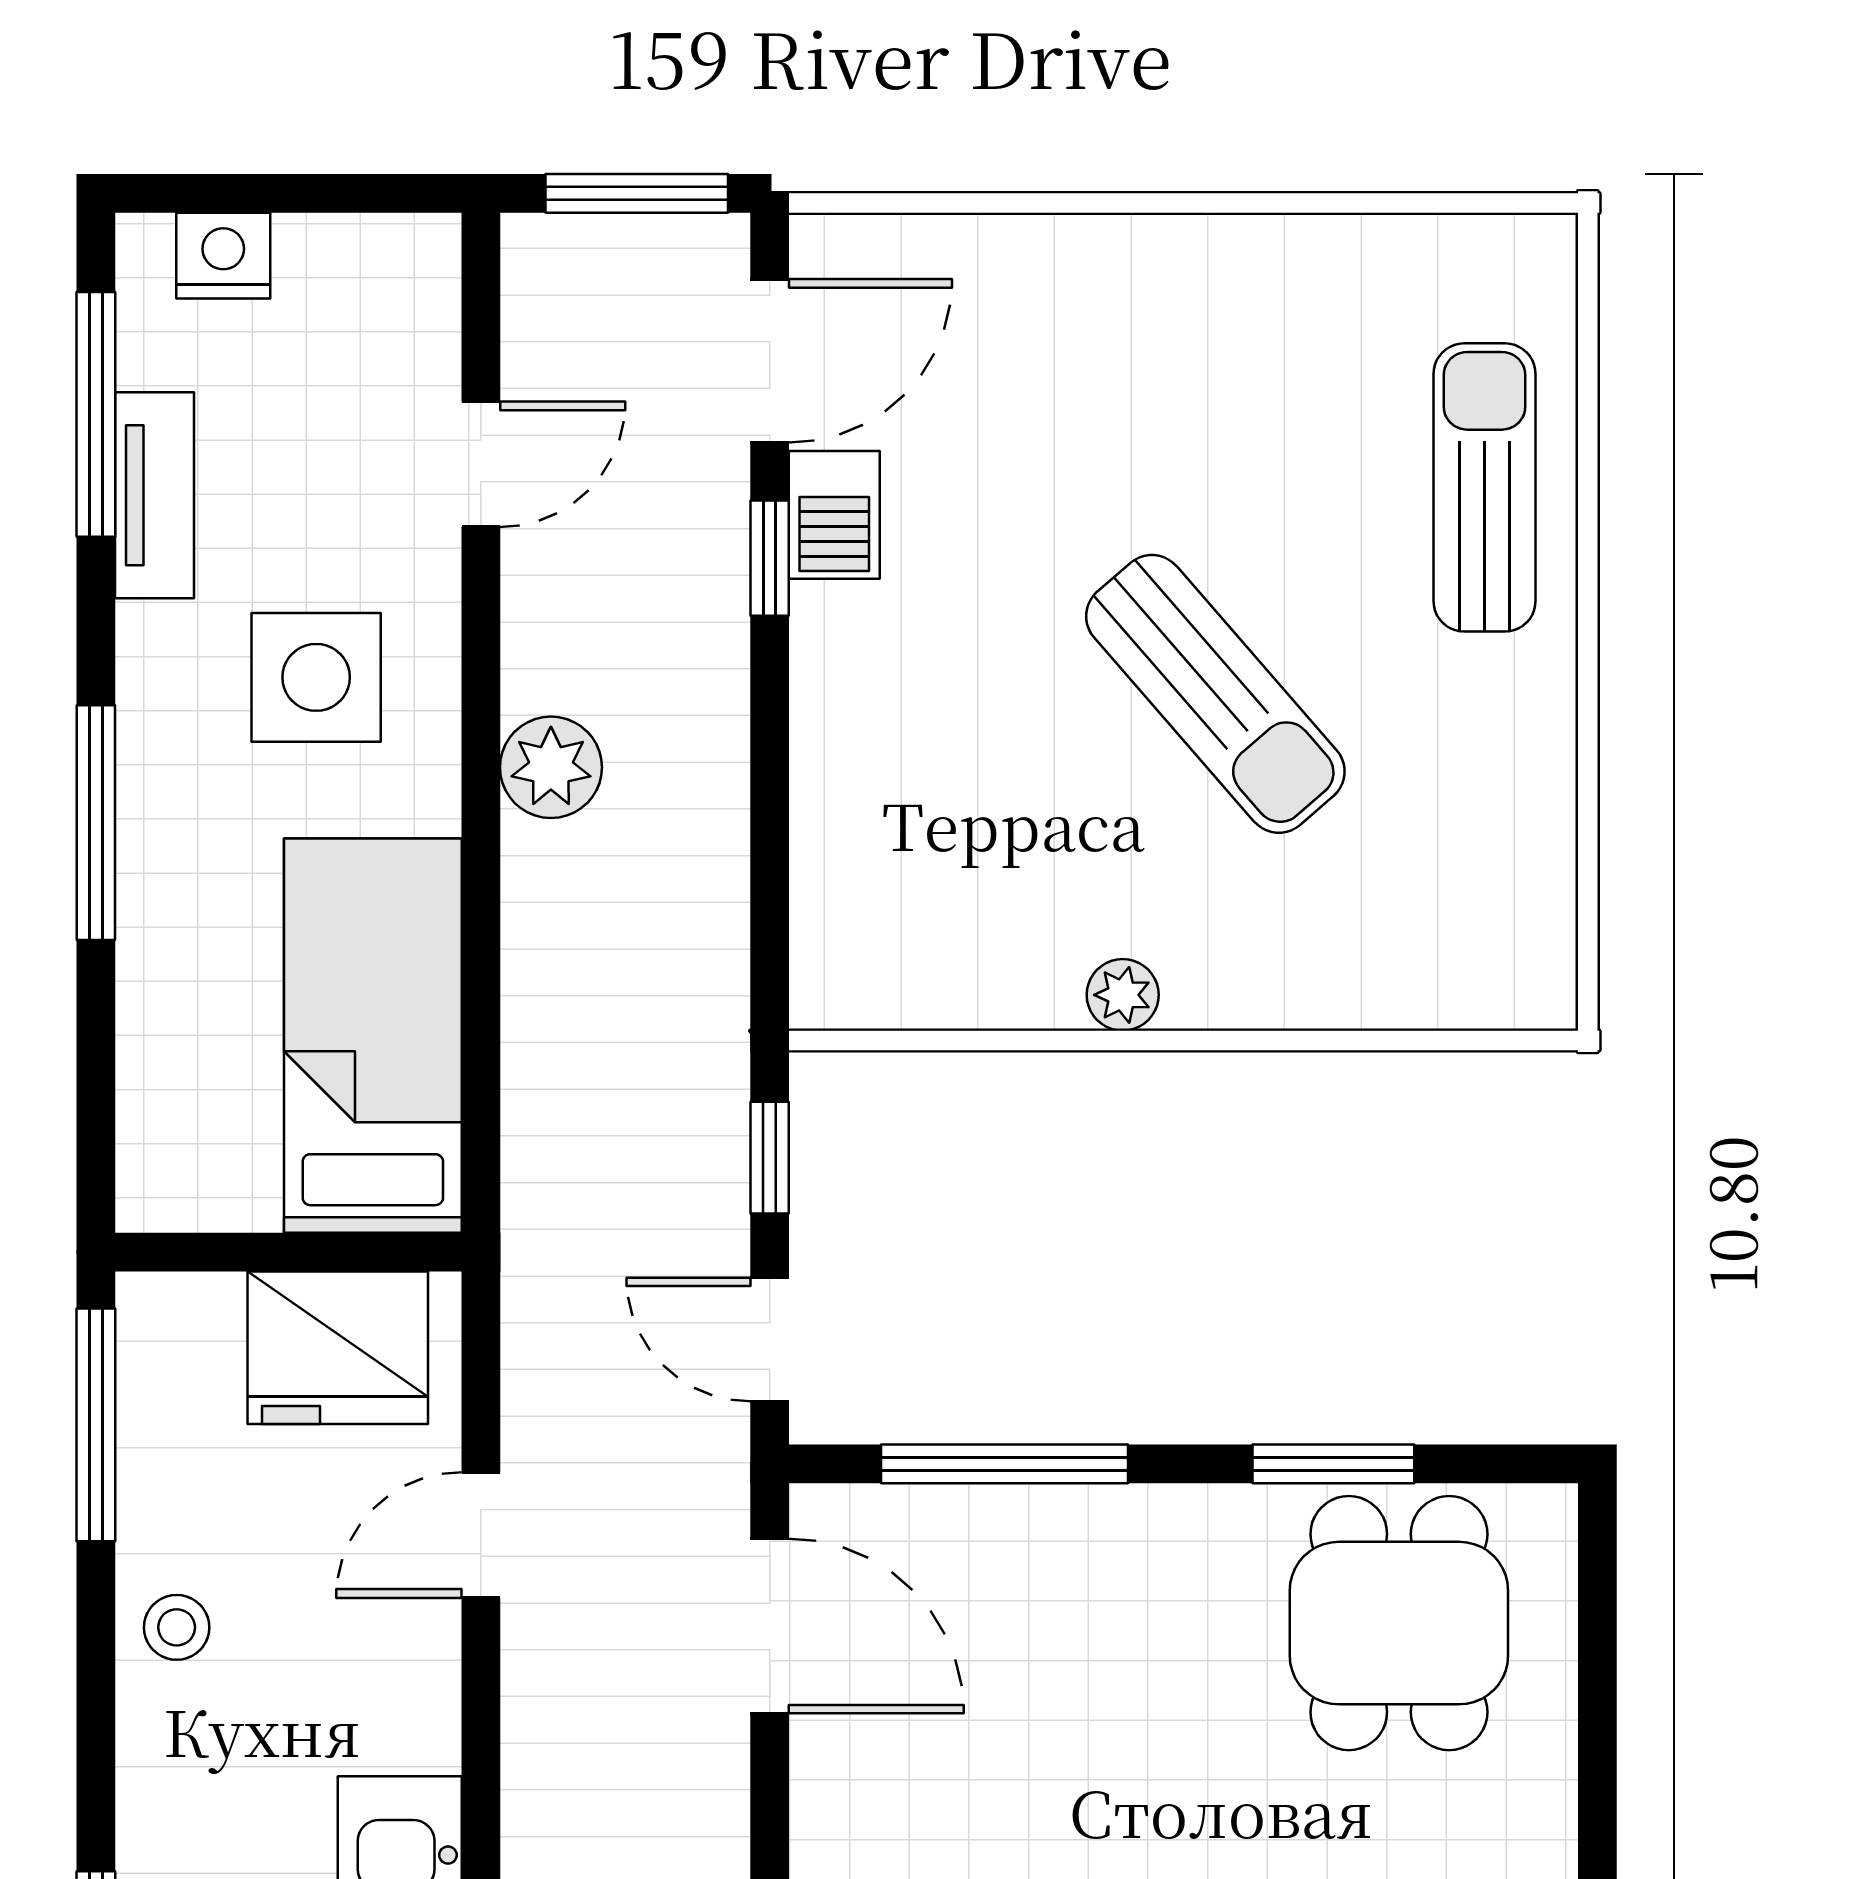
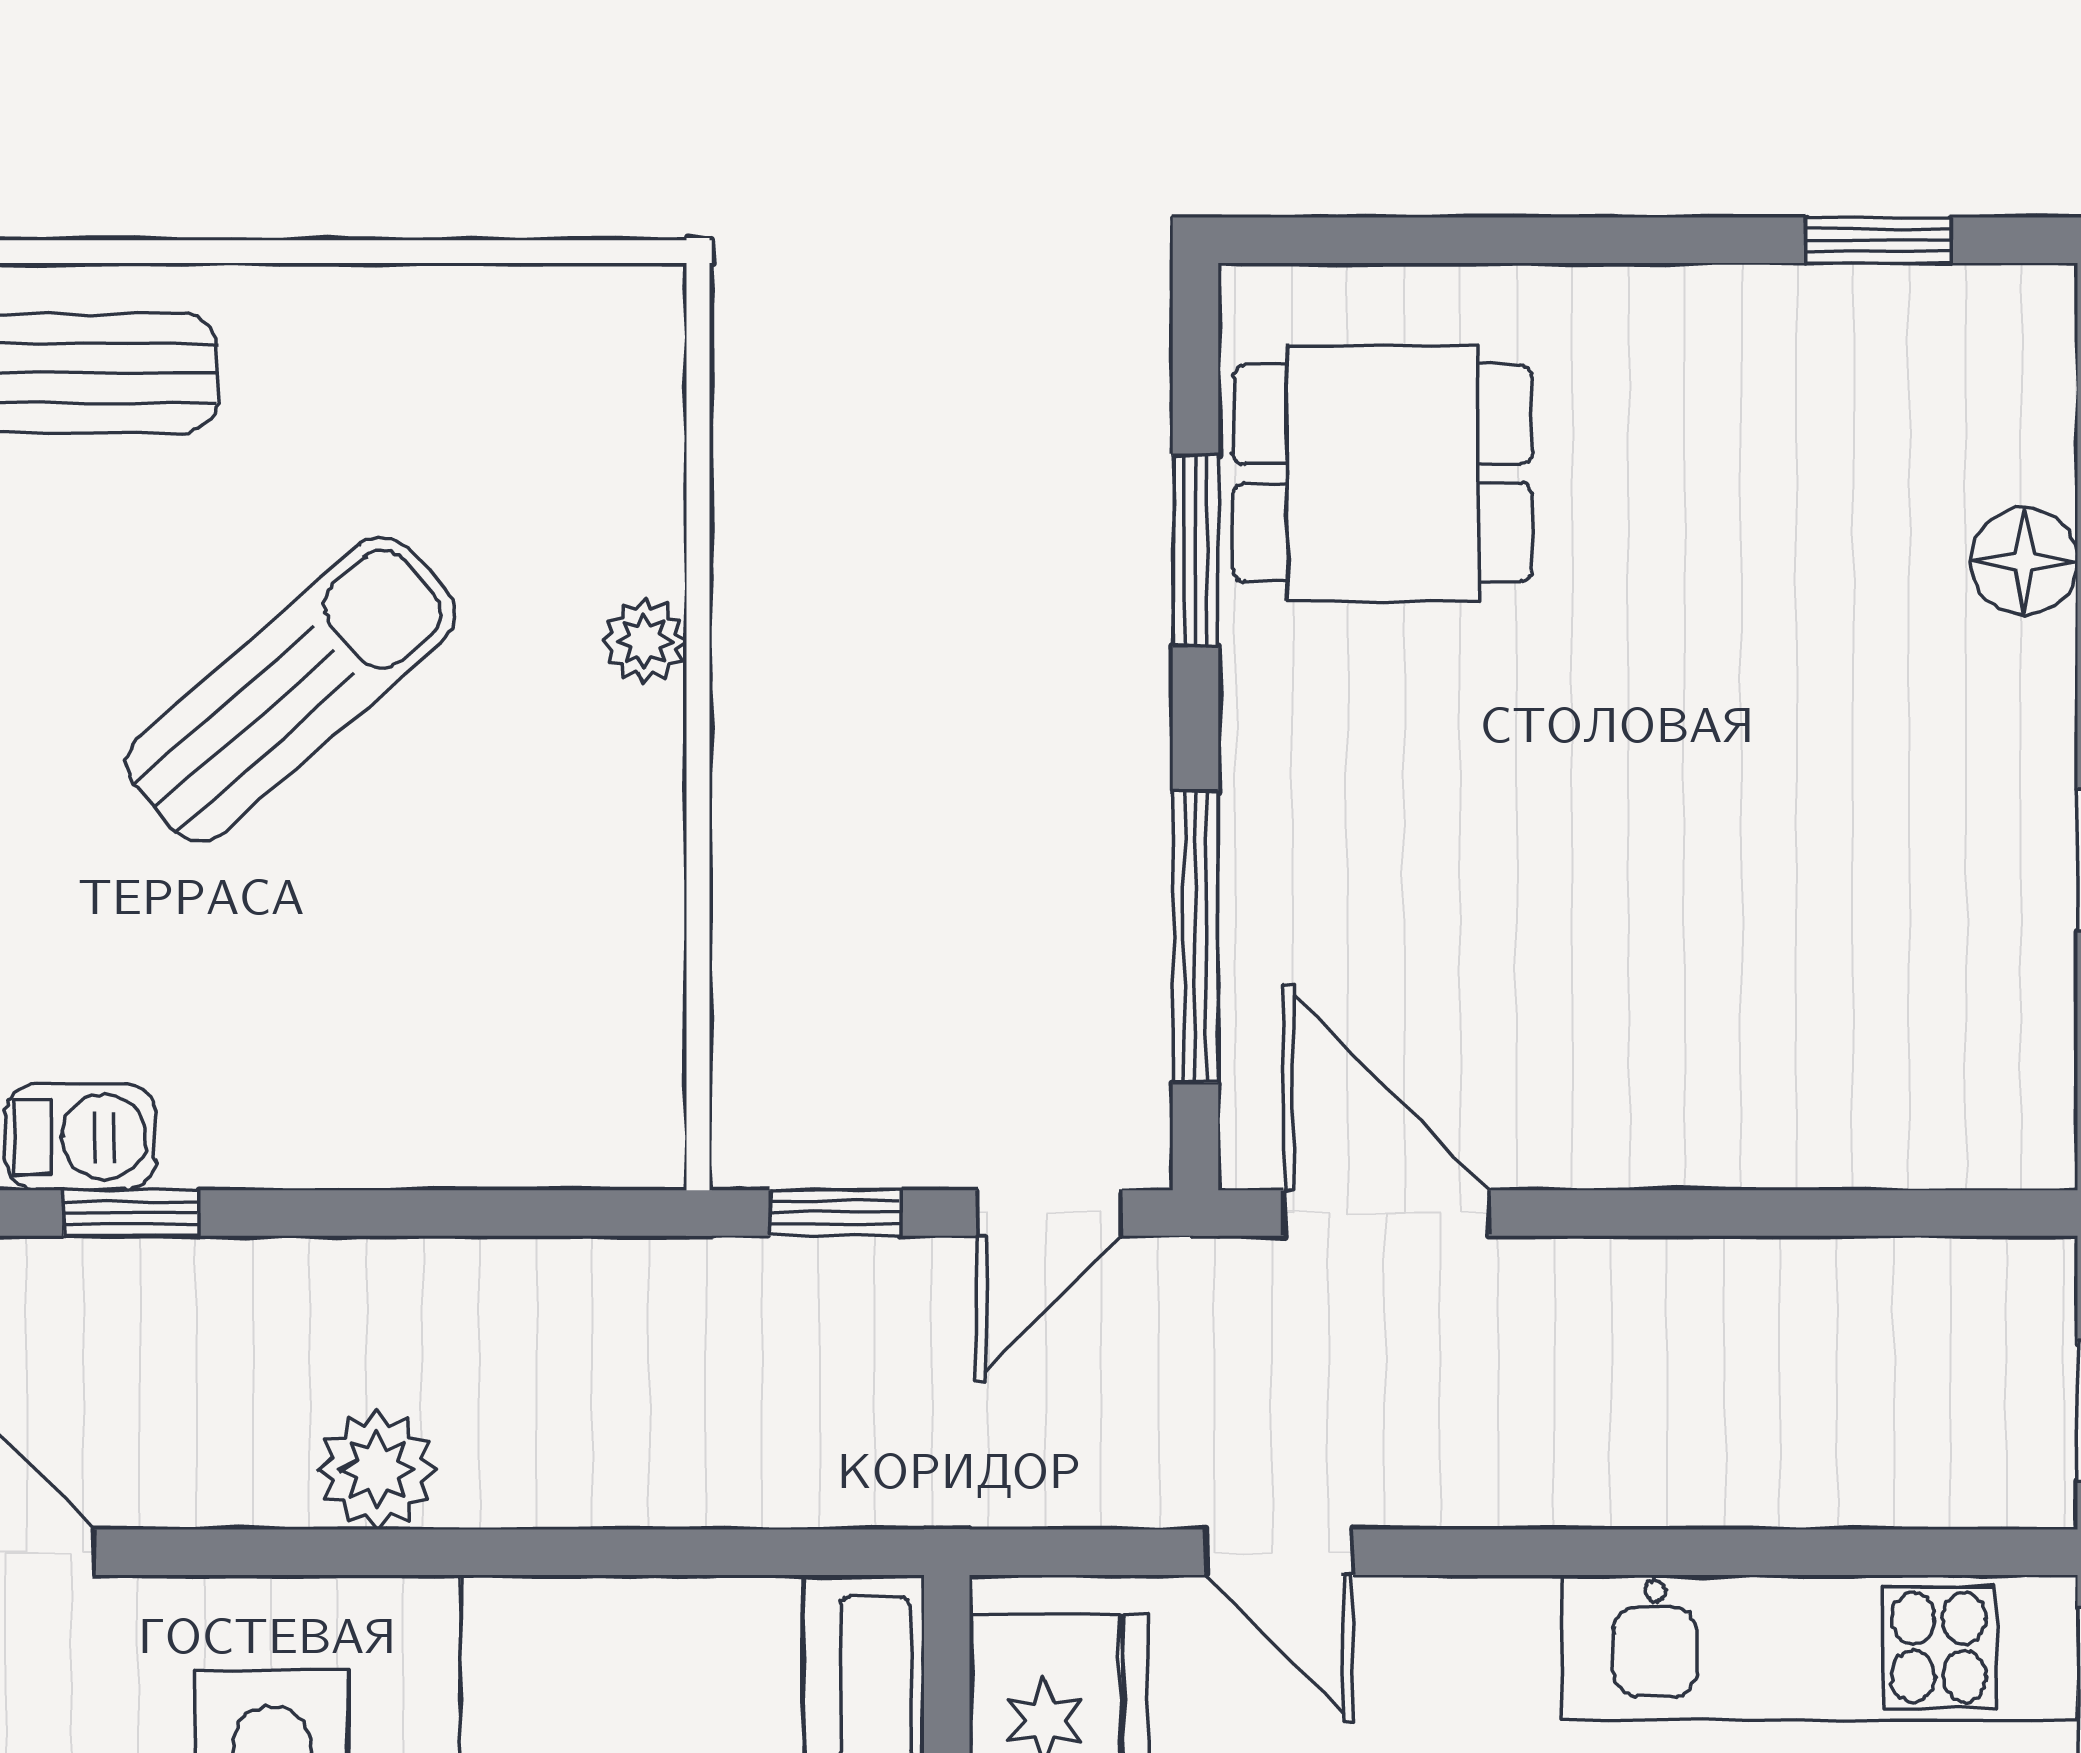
plant: (1123, 995) -> (644, 641), moved
door: (770, 1626) -> (1386, 1213), hinge flipped

